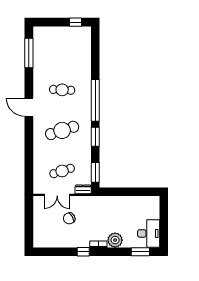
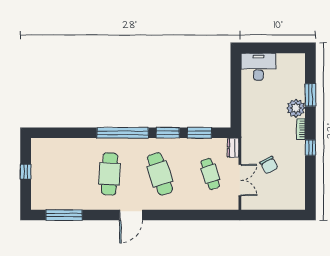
window: (75, 22) -> (26, 172), moved
cafe table: (62, 90) -> (110, 174), width x1.37, depth x1.35
window: (95, 172) -> (199, 133), moved
desk: (149, 233) -> (258, 67), moved
window: (140, 252) -> (310, 95), moved

